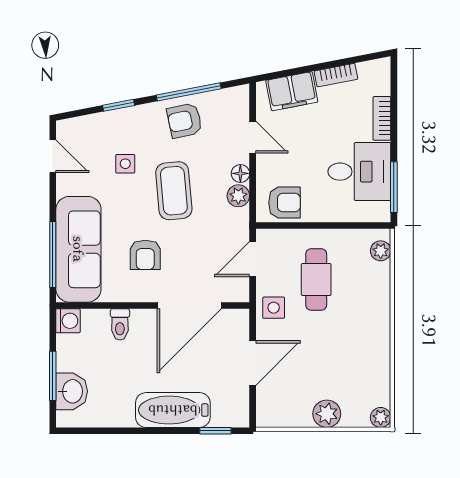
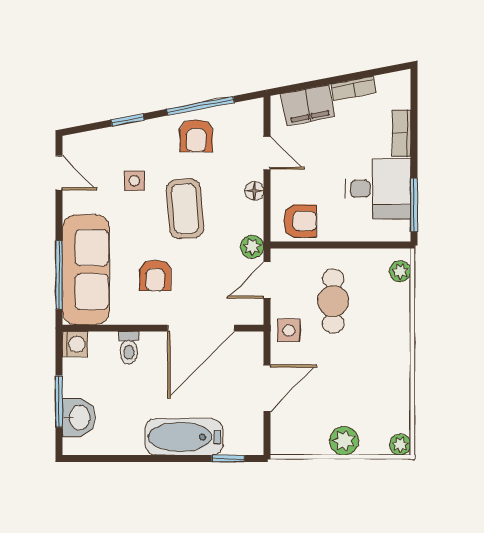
armchair: (185, 121) -> (196, 136), turned -78
plant: (238, 196) -> (252, 247), moved

